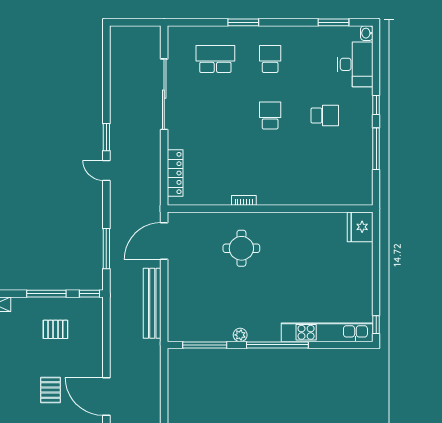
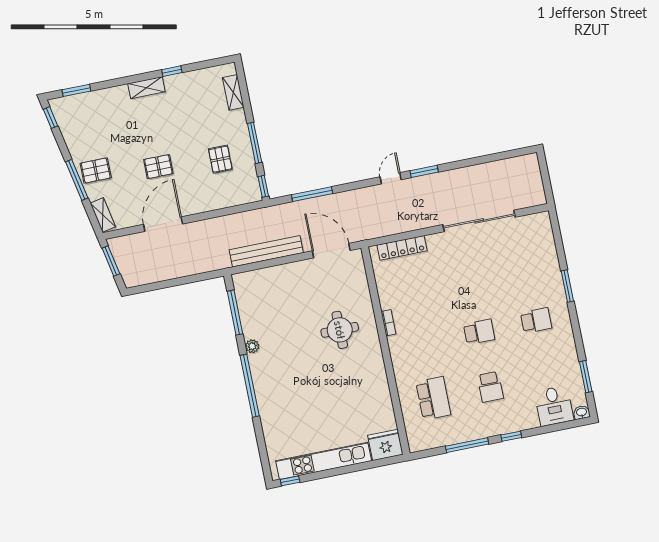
school desk: (215, 59) -> (433, 398), moved
desk: (355, 64) -> (554, 406), width x0.73
kitchen unit: (327, 332) -> (324, 461), moved, turned -90

